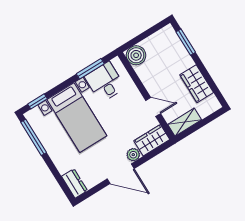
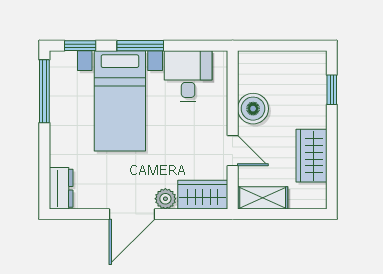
window: (186, 42) -> (332, 90), width x0.67
boiler: (136, 55) -> (253, 109), moved
window: (90, 69) -> (140, 46), moved
door: (121, 174) -> (132, 214), hinge flipped

